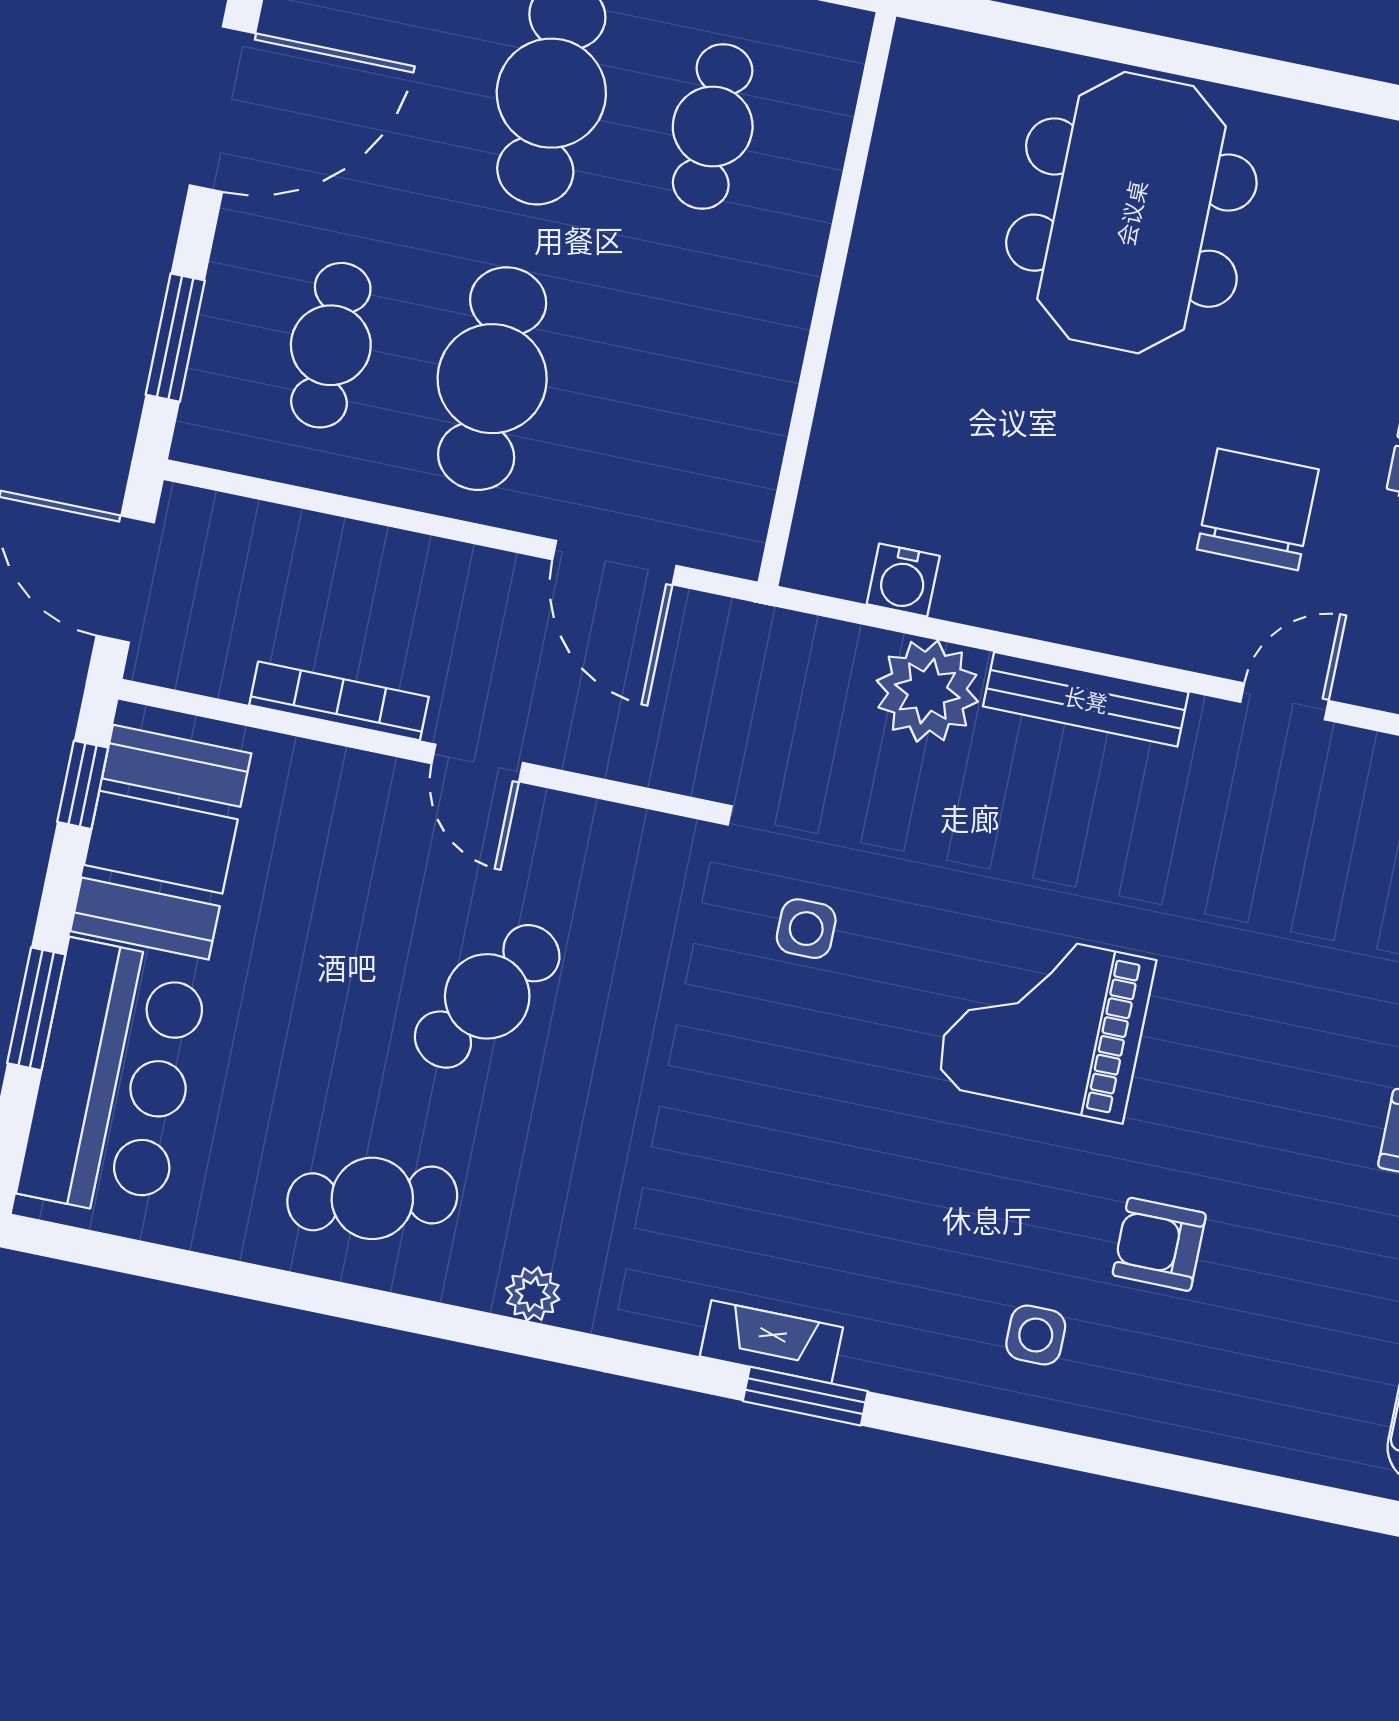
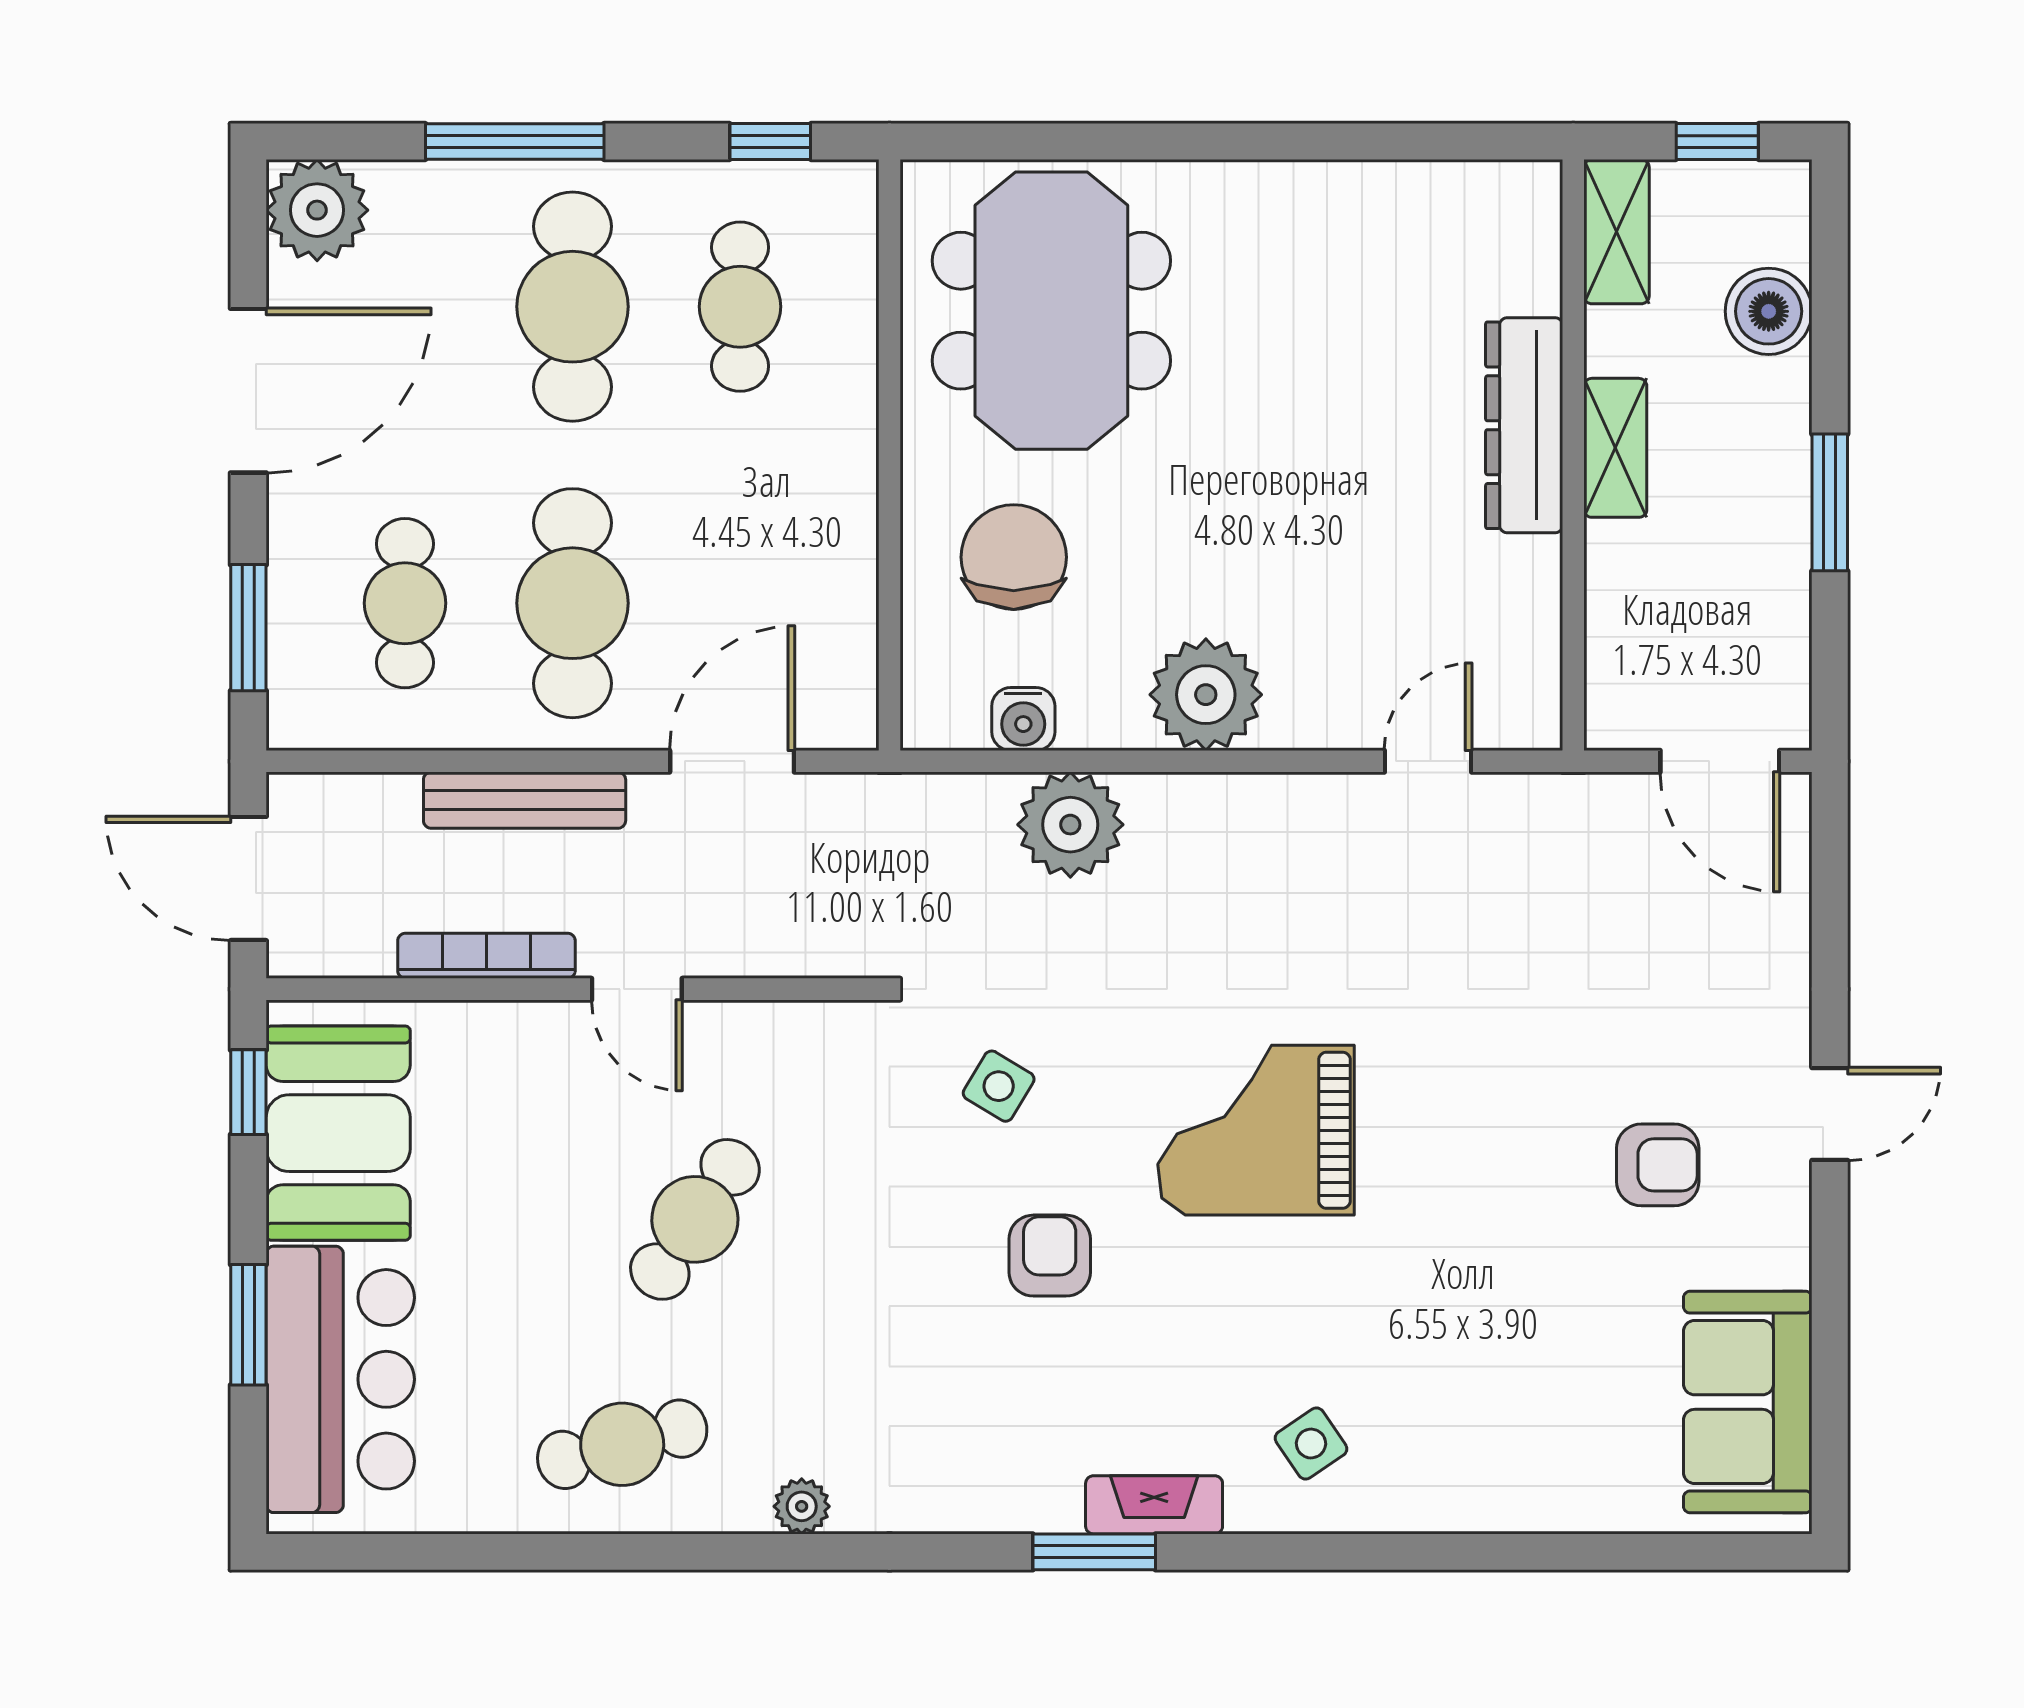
meeting table: (1131, 213) -> (1051, 311), moved
chair: (1258, 509) -> (1014, 557), moved
door: (614, 563) -> (732, 761), swing flipped
plant: (1084, 593) -> (1206, 695), added
bench: (1086, 699) -> (525, 800), moved
side table: (806, 929) -> (999, 1086), turned 31
armchair: (1159, 1244) -> (1050, 1256), moved, turned 90
side table: (1036, 1335) -> (1311, 1444), turned -34
fireplace: (771, 1342) -> (1154, 1505), moved

